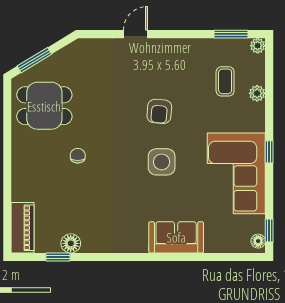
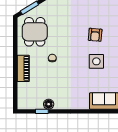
dining table: (44, 106) -> (35, 32), turned 90
piano: (22, 228) -> (23, 68), moved

